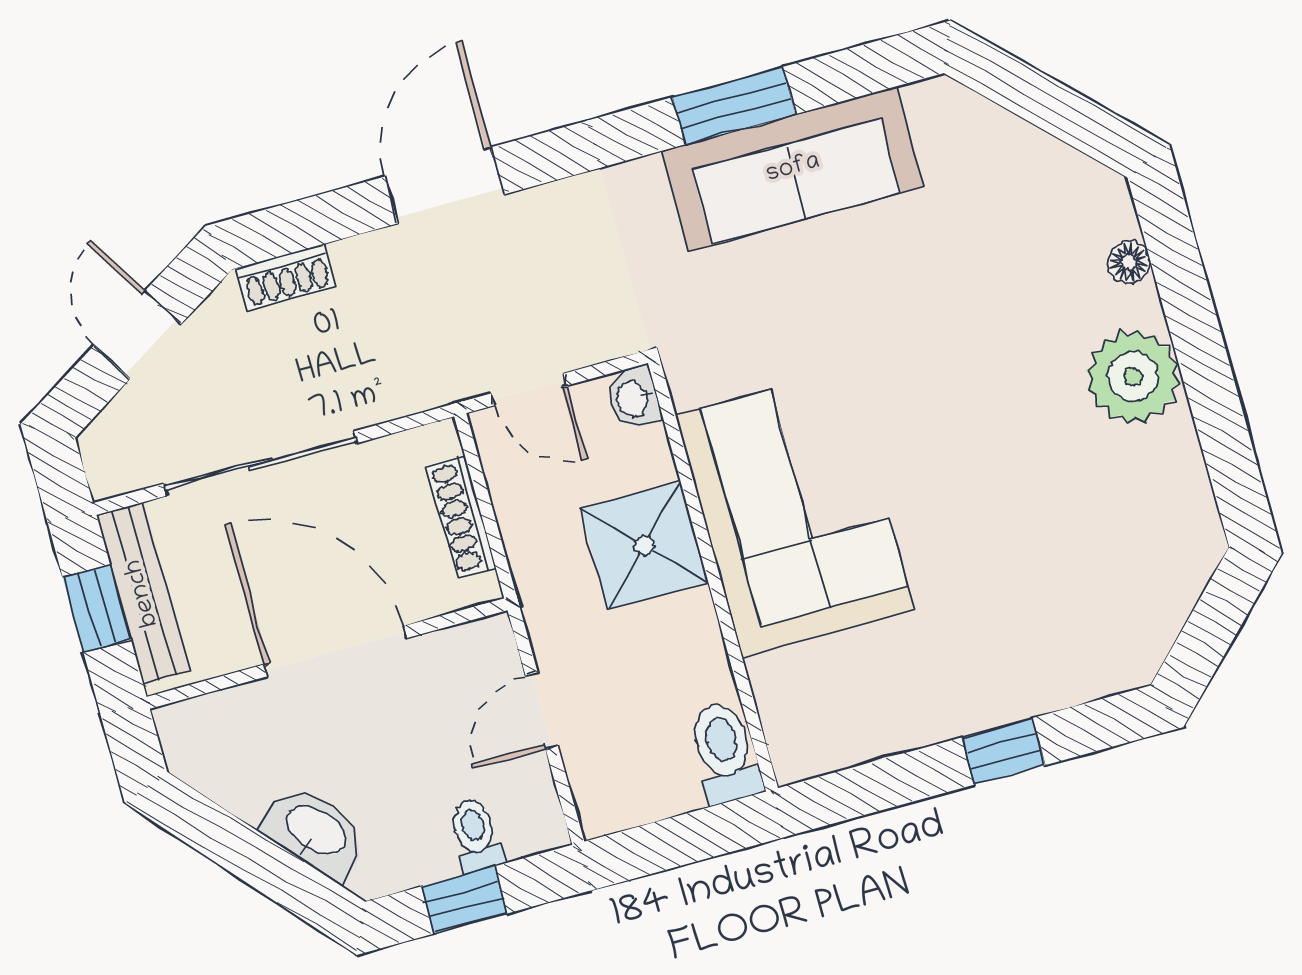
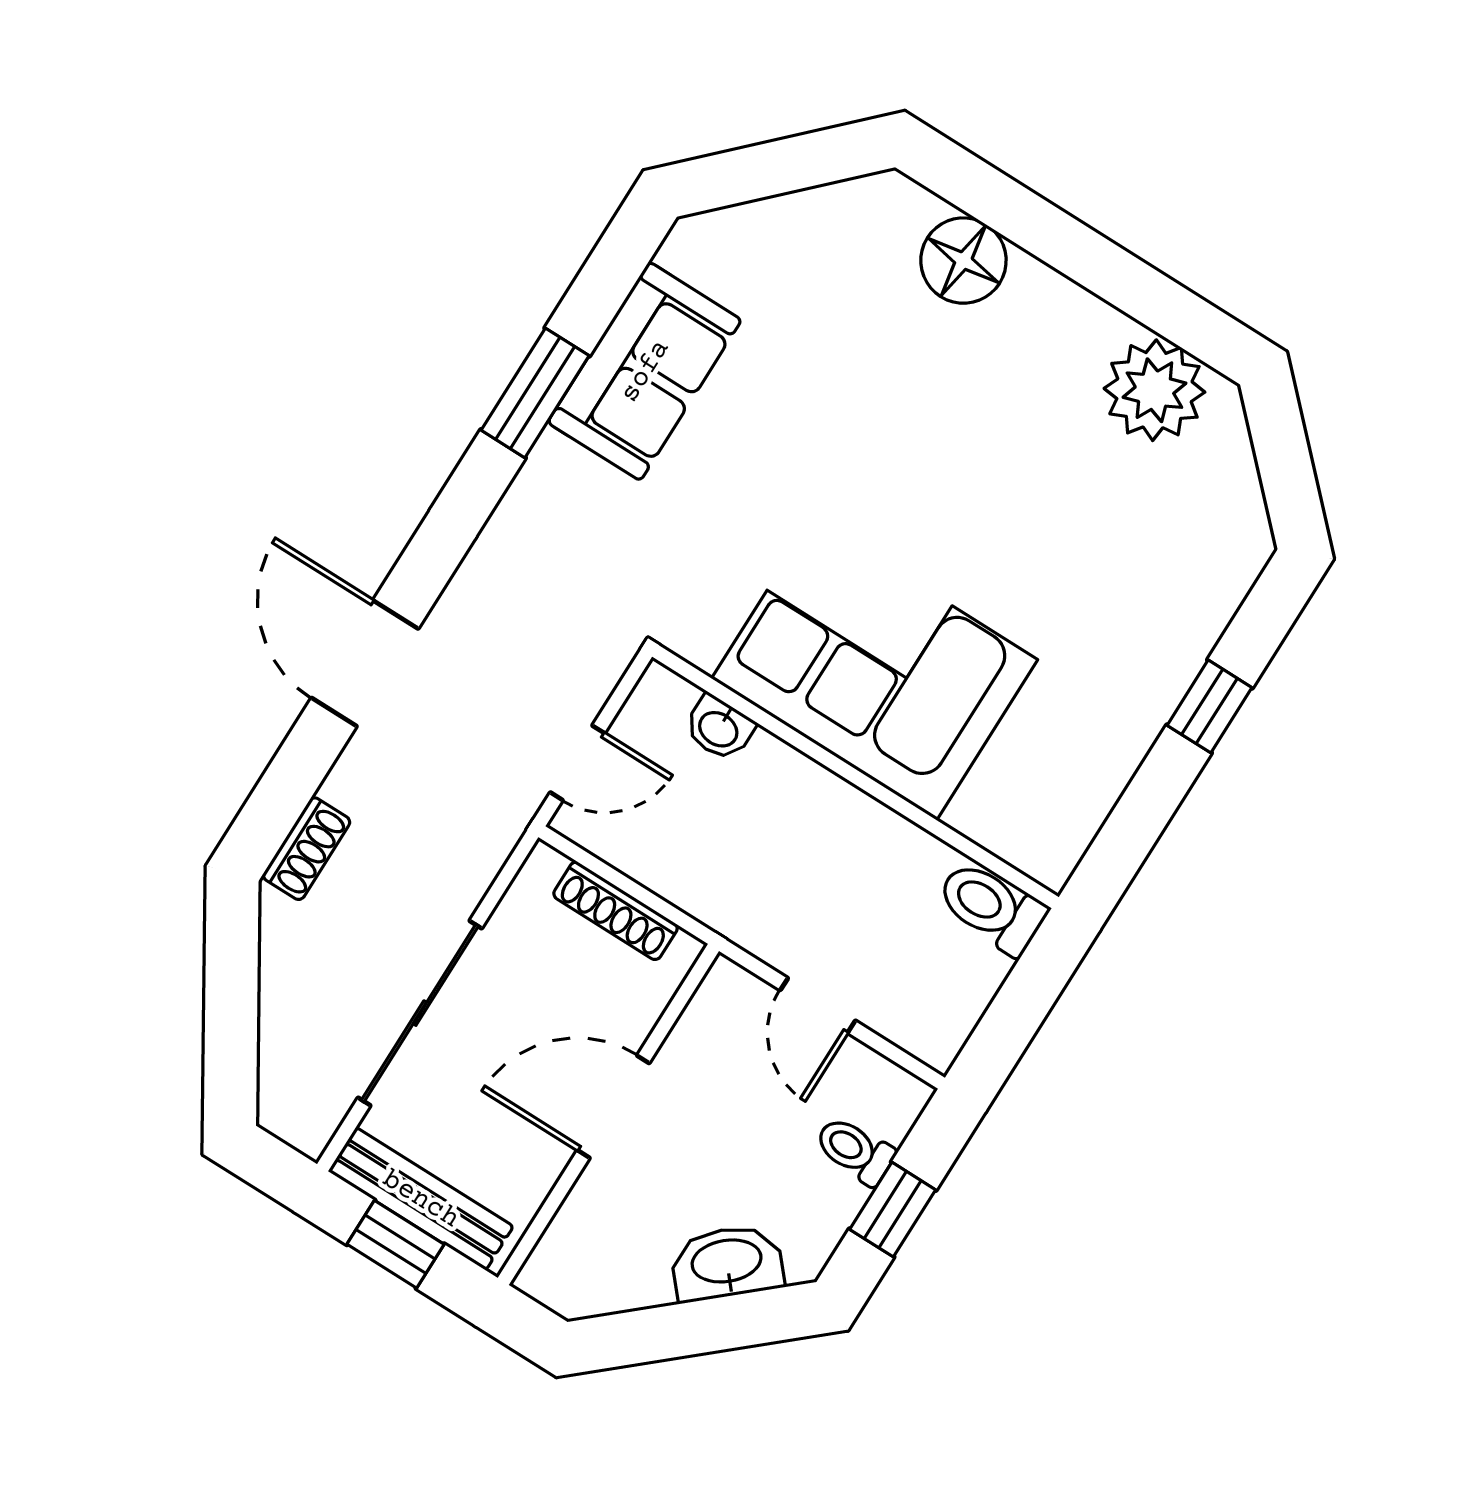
sofa: (793, 169) -> (645, 371), width x0.73
floor lamp: (1129, 262) -> (963, 261), width x1.89, depth x1.89
door: (138, 335) -> (231, 1000), removed
plant: (1133, 377) -> (1154, 390), moved
washbasin: (634, 398) -> (719, 728), moved
shower: (644, 545) -> (780, 802), removed
door: (335, 651) -> (613, 1107), width x0.73

